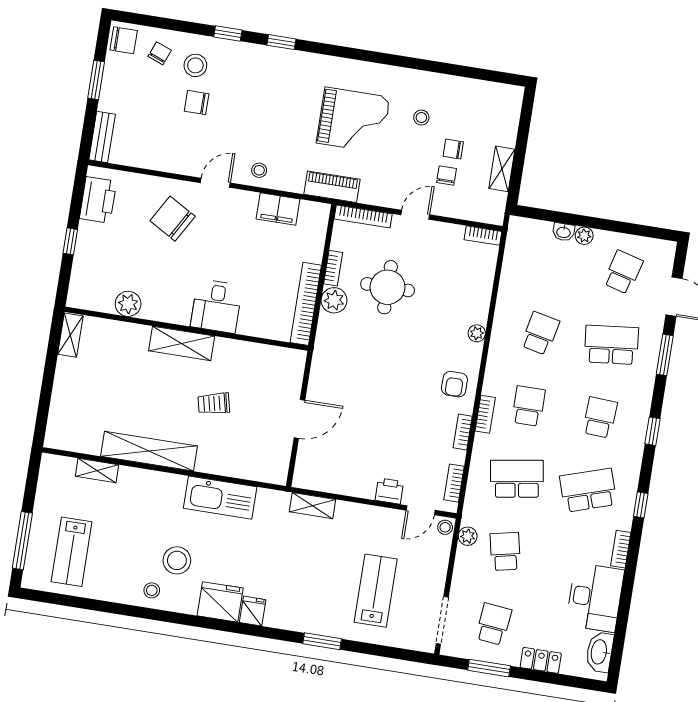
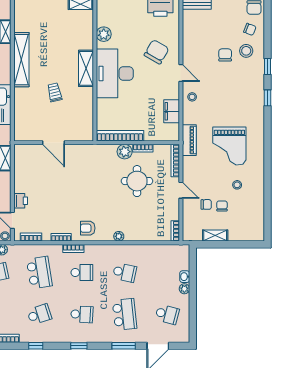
desk: (216, 306) -> (115, 73), width x1.87, depth x1.30
school desk: (588, 490) -> (39, 314), width x0.54

